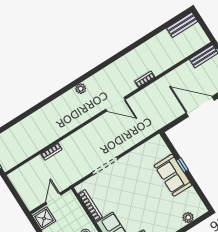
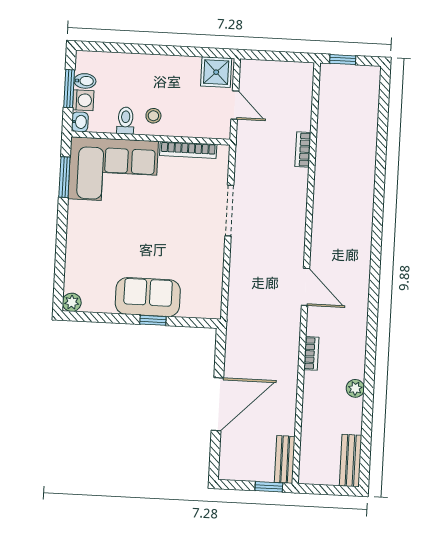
plant: (81, 89) -> (355, 388), moved
door: (115, 104) -> (305, 287), swing flipped
plant: (188, 218) -> (72, 302), moved

